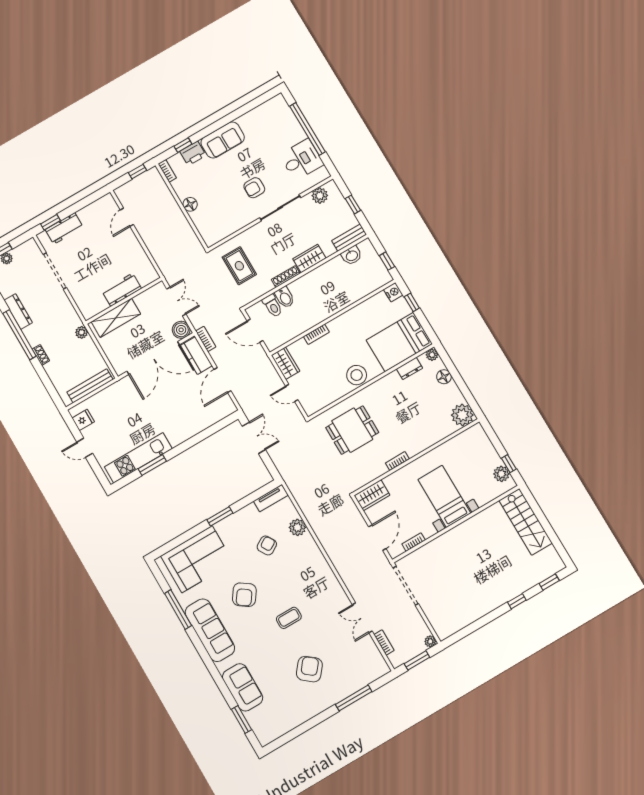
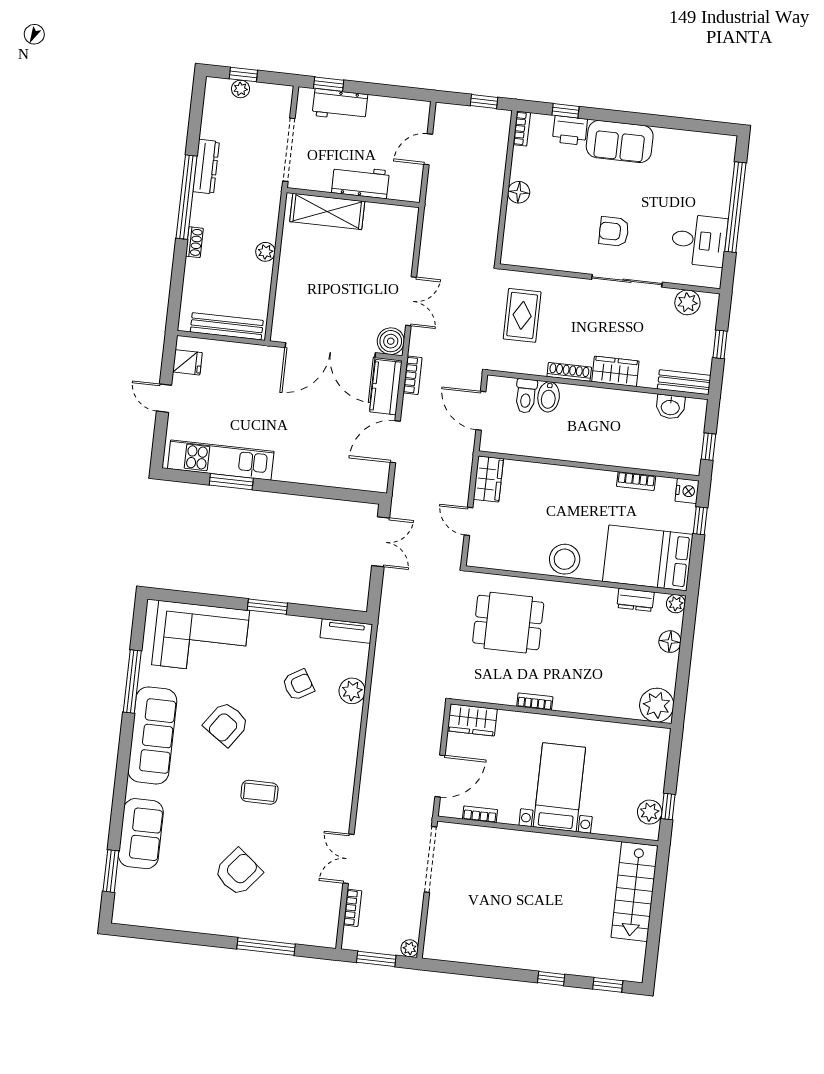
workbench: (122, 290) -> (360, 182), moved
wall: (124, 301) -> (353, 198), moved
shelving: (116, 318) -> (327, 211), moved
bookcase: (316, 334) -> (636, 481), moved

